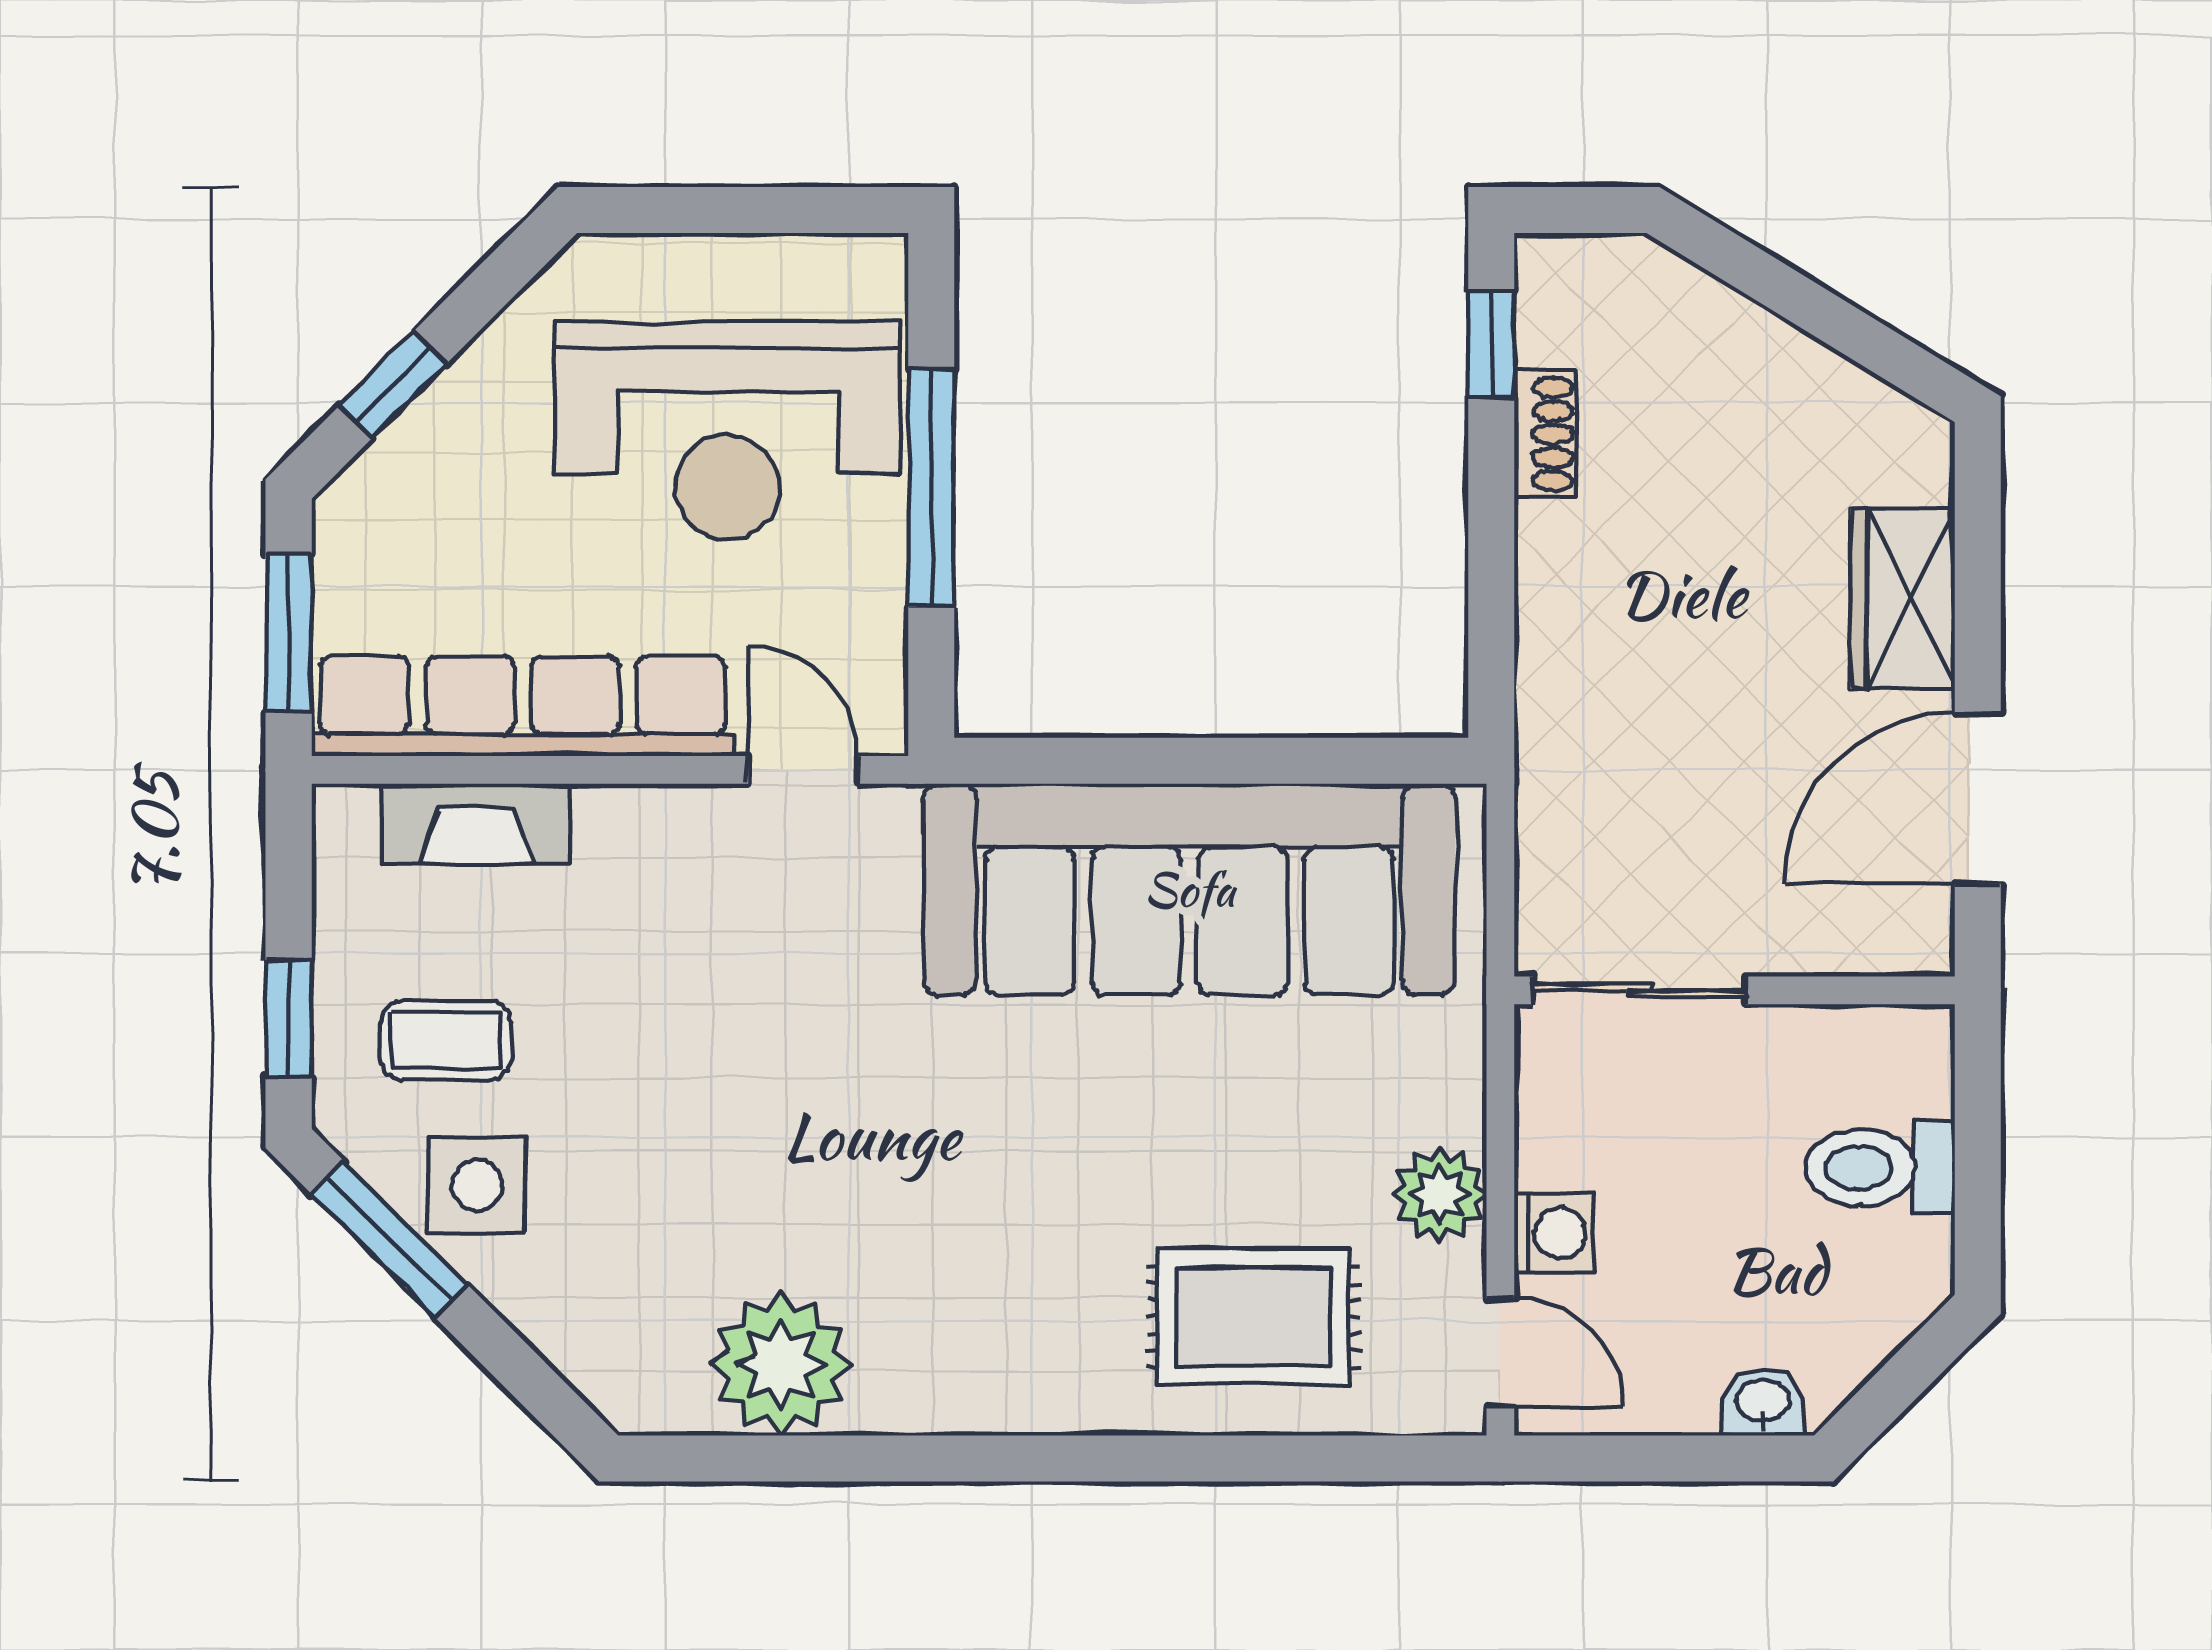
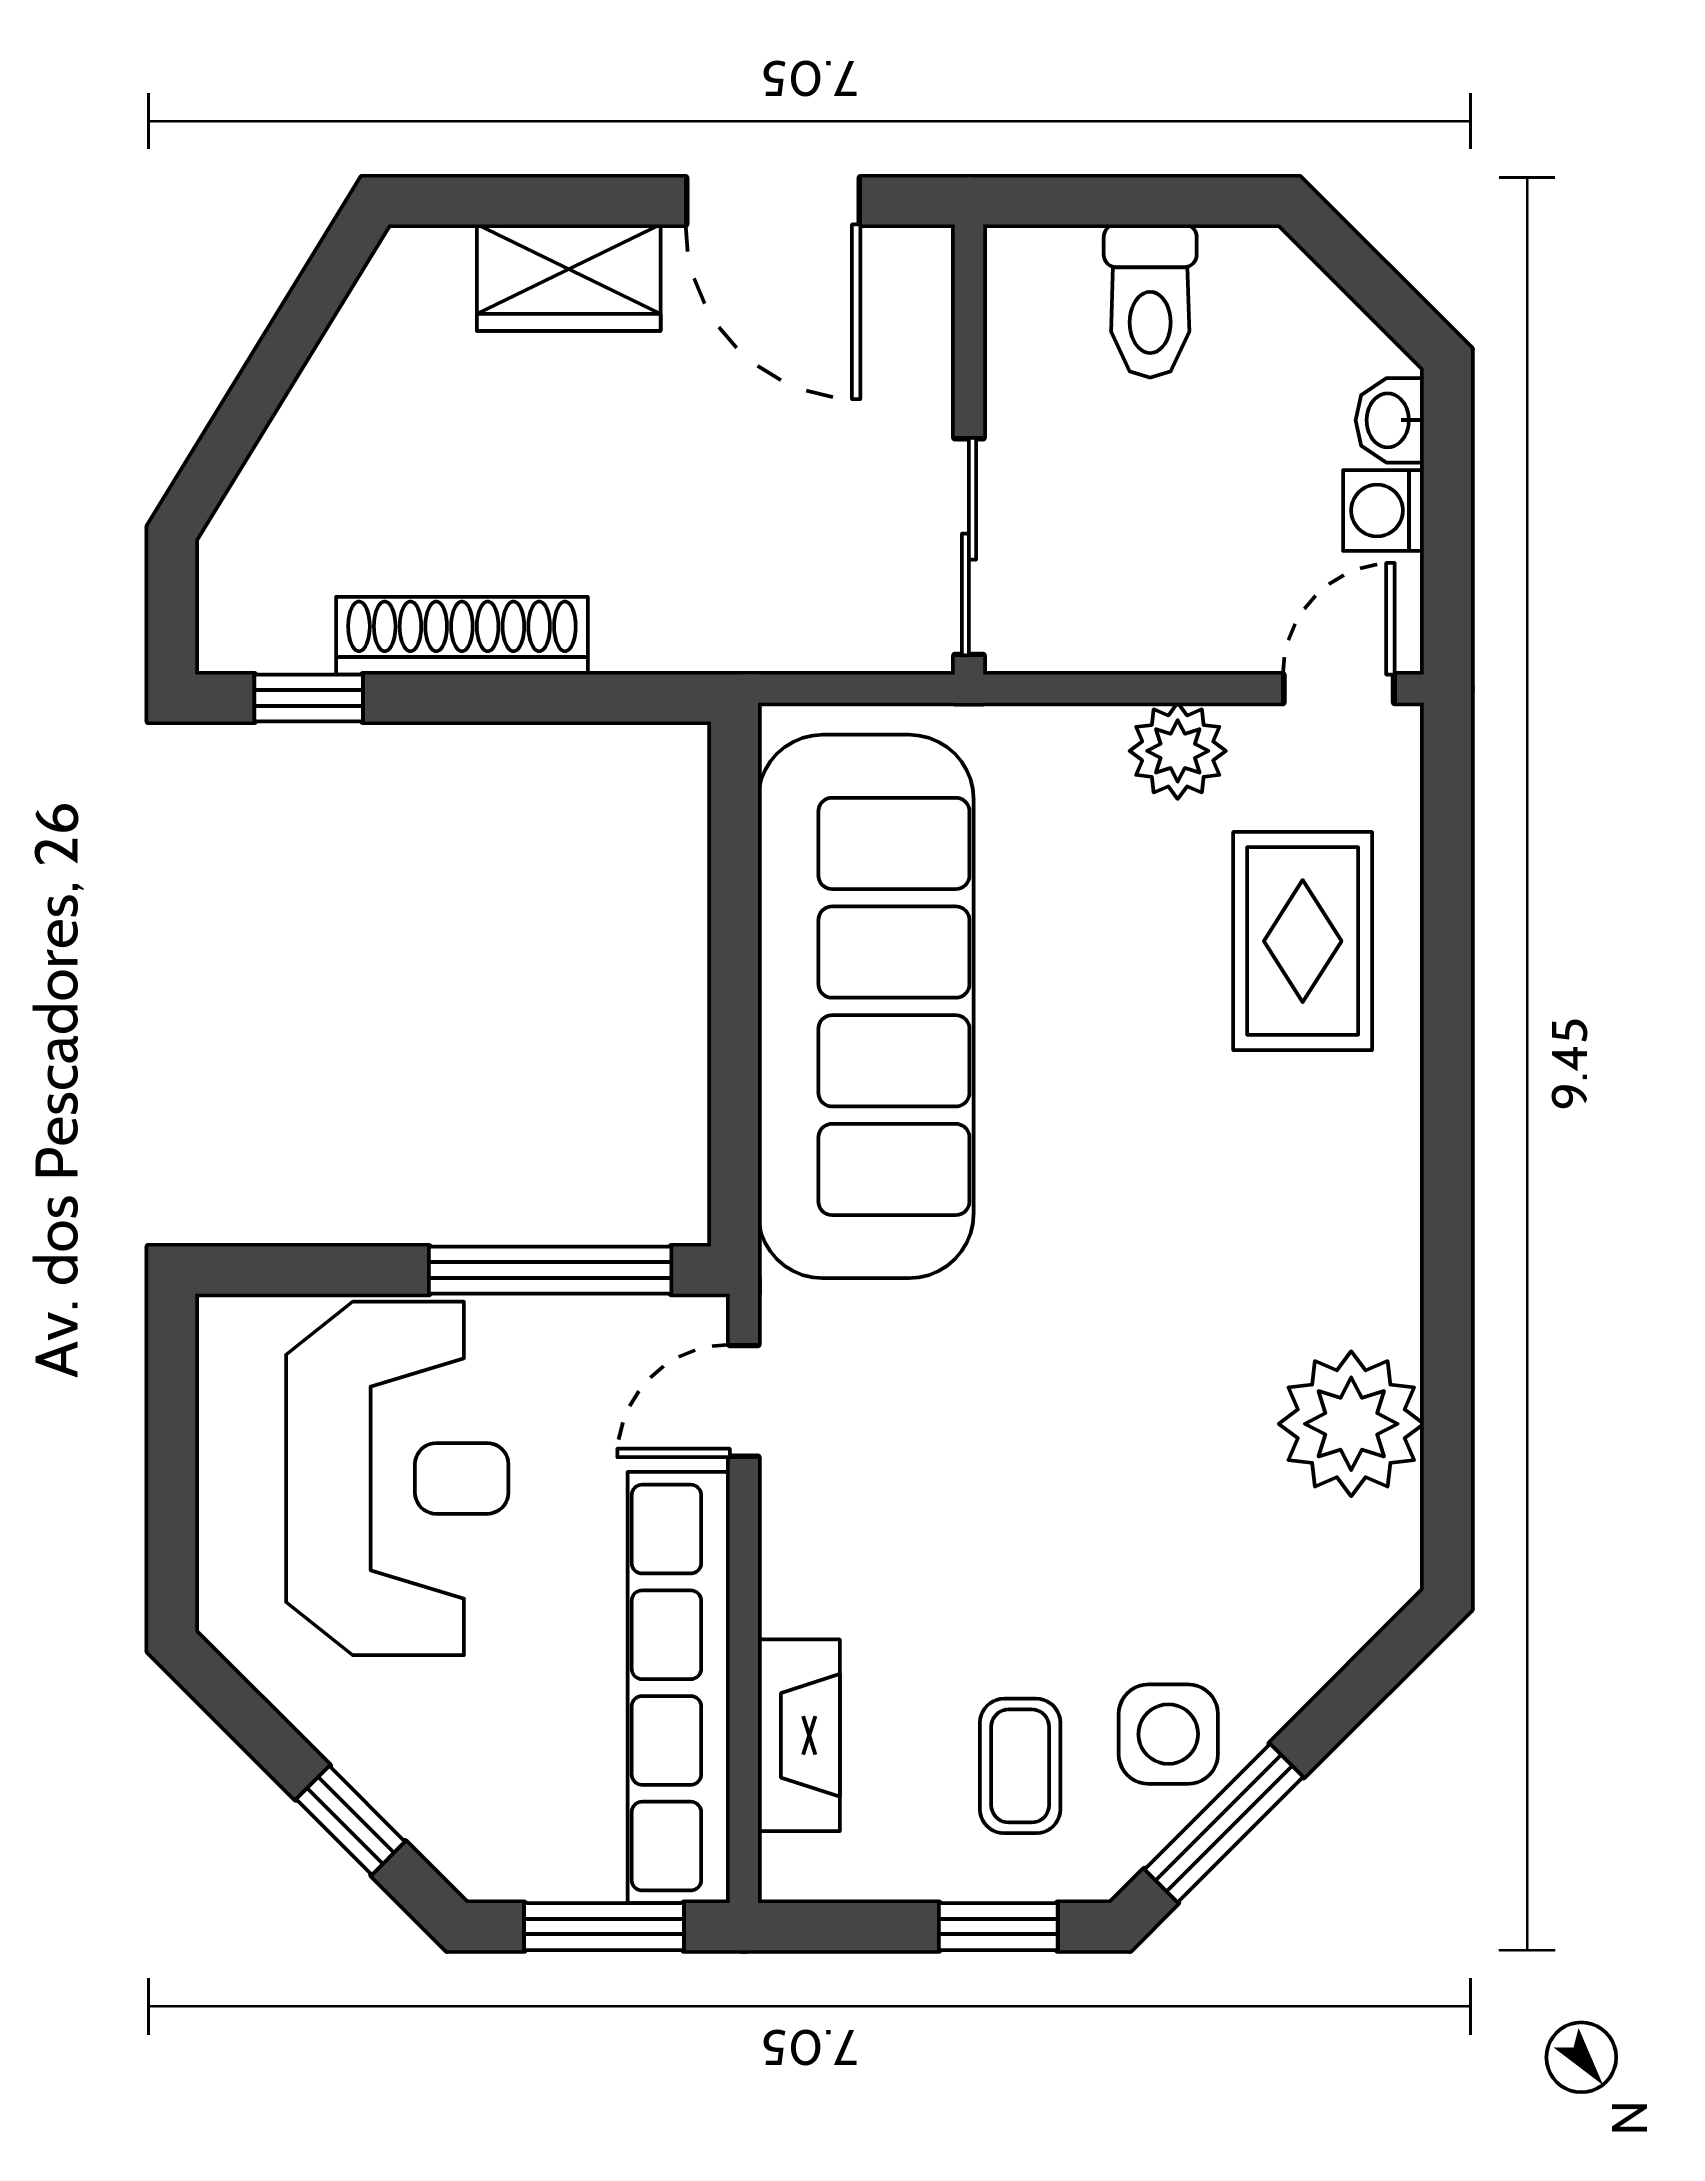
shoe rack: (1545, 434) -> (462, 636), width x1.94, depth x1.24
window: (931, 488) -> (550, 1270), moved
washing machine: (1554, 1233) -> (1383, 510), moved, turned -90

